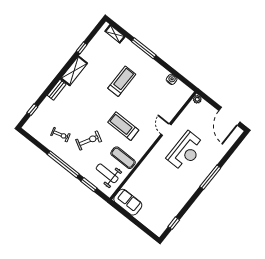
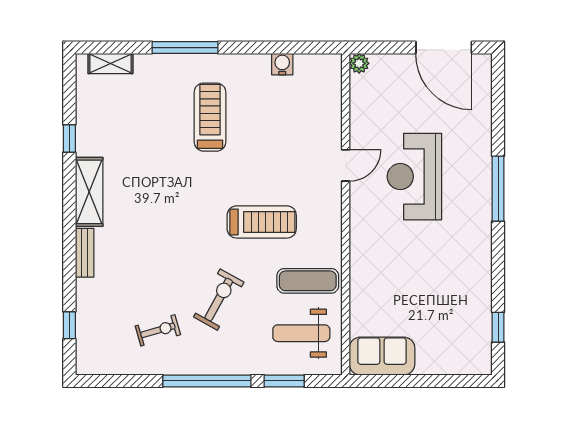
treadmill: (122, 81) -> (210, 117), moved
treadmill: (123, 126) -> (262, 222), turned 180
door: (166, 129) -> (346, 165), swing flipped
reception desk: (186, 151) -> (414, 177), turned 180

